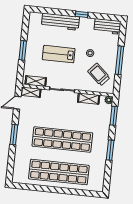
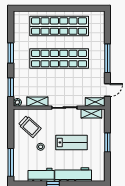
workbench: (107, 26) -> (41, 175), moved
window: (120, 60) -> (11, 162), moved
window: (14, 135) -> (107, 58), width x1.44

